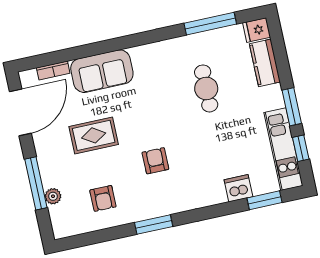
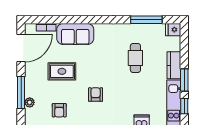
kitchen counter: (265, 63) -> (174, 65), moved

